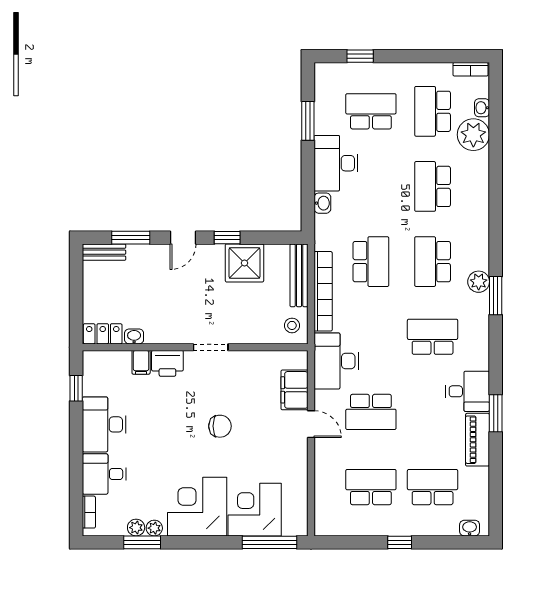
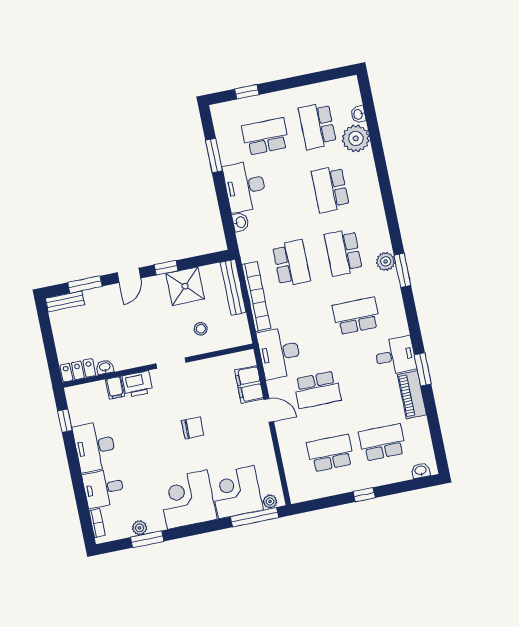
bookcase: (471, 69) -> (342, 84), removed
stool: (292, 325) -> (201, 329), moved
plant: (154, 528) -> (270, 501), moved

